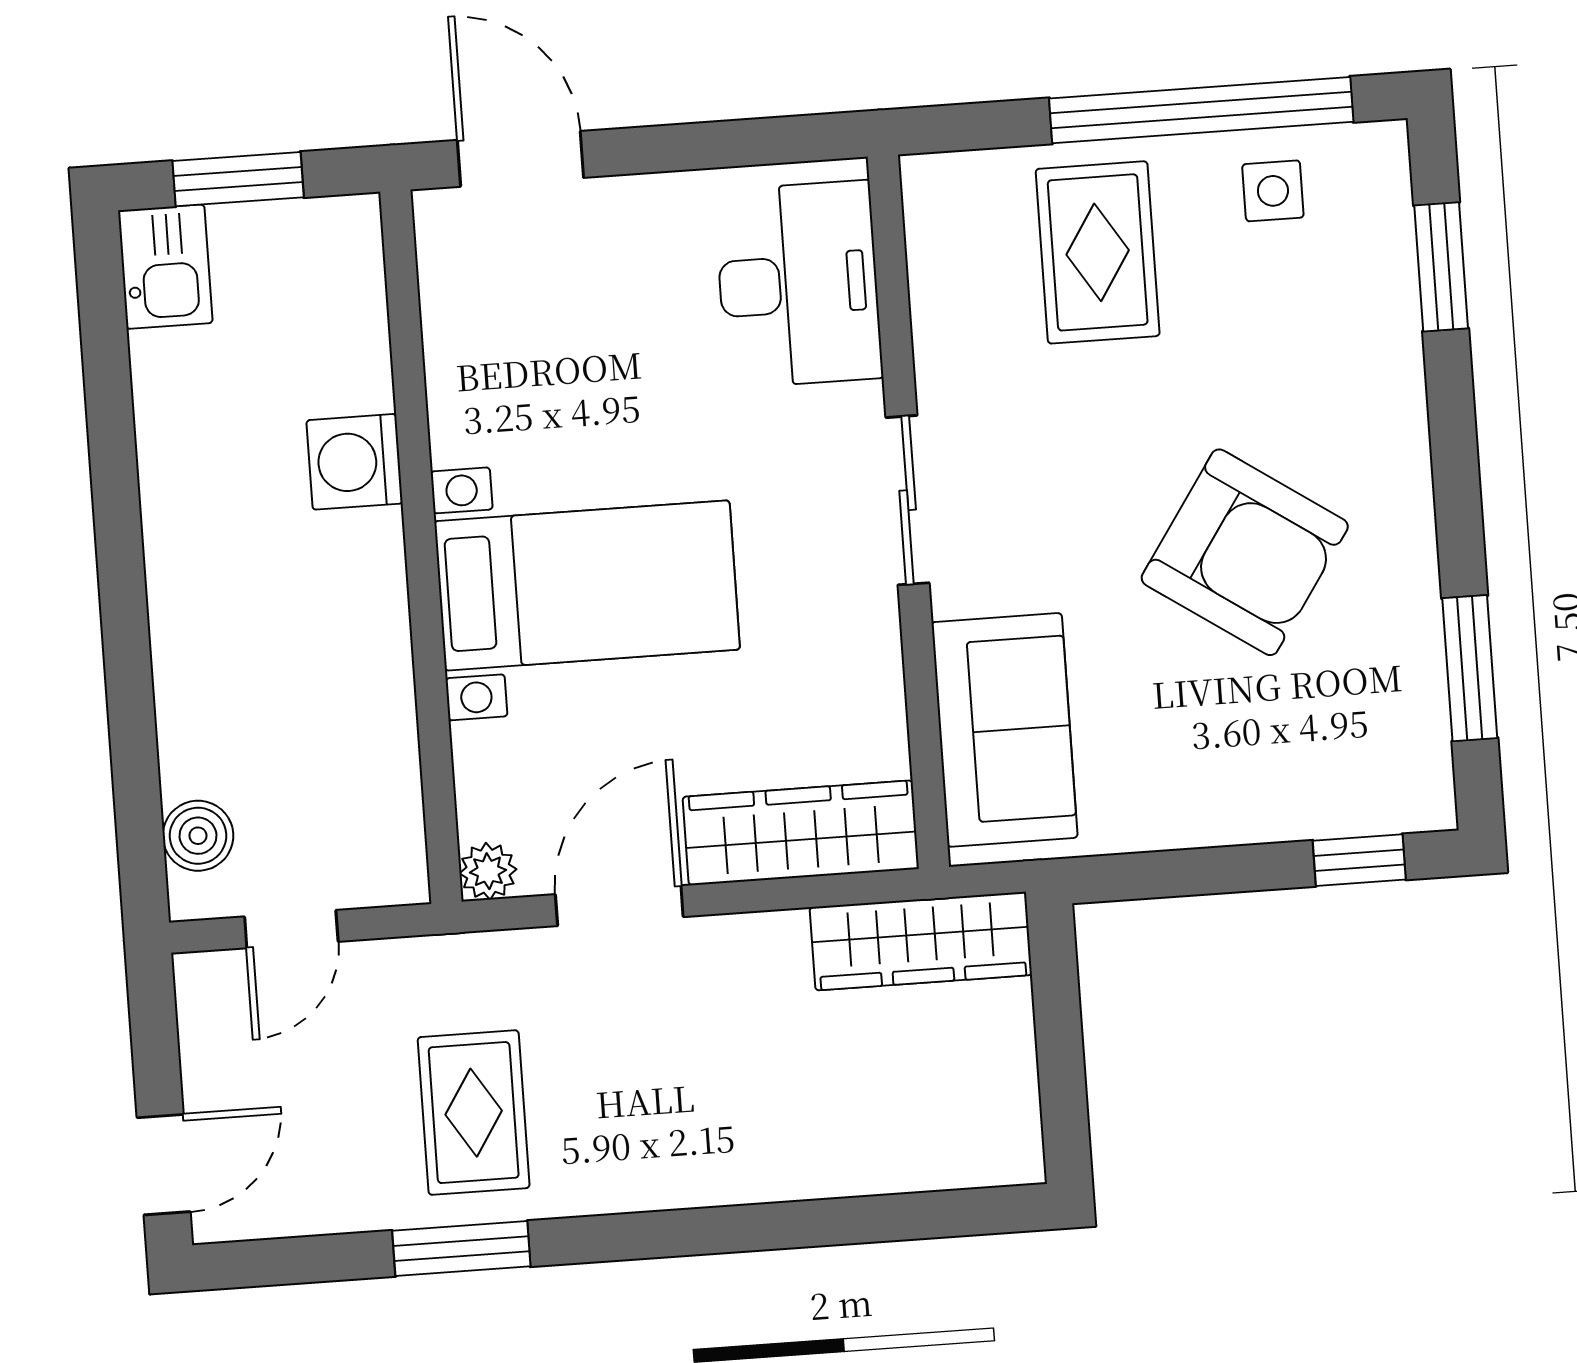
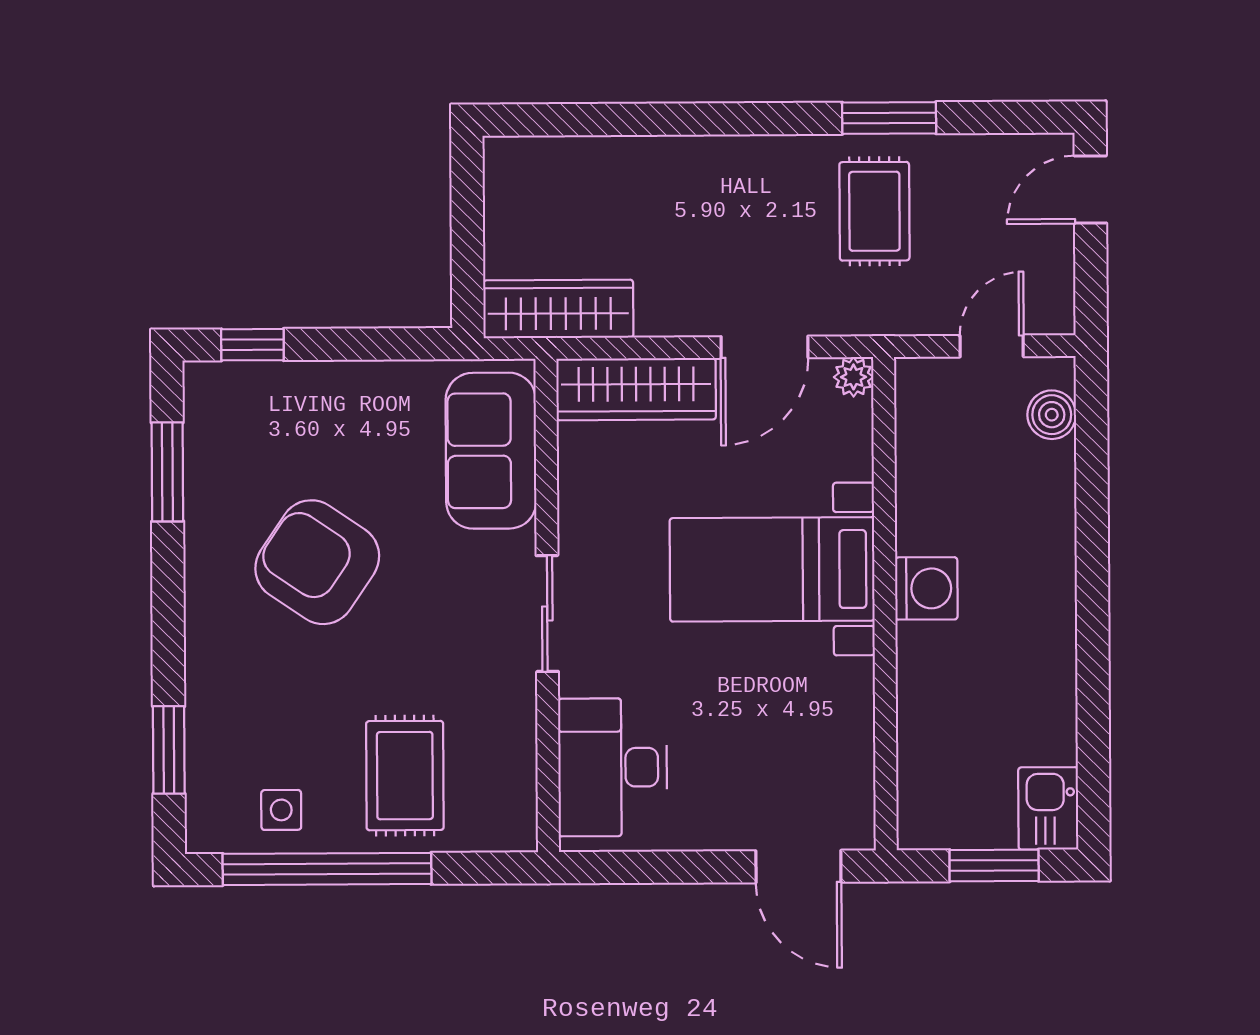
washing machine: (355, 462) -> (926, 588), moved

